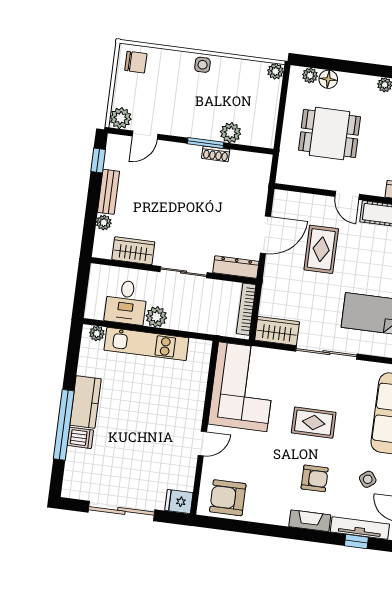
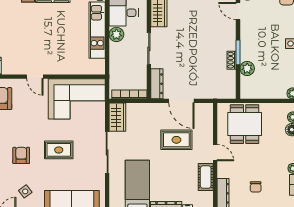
dining table: (330, 133) -> (245, 124), moved
door: (347, 195) -> (215, 153), swing flipped
rug: (314, 423) -> (59, 150), turned 90
armchair: (315, 478) -> (21, 155), turned 180

